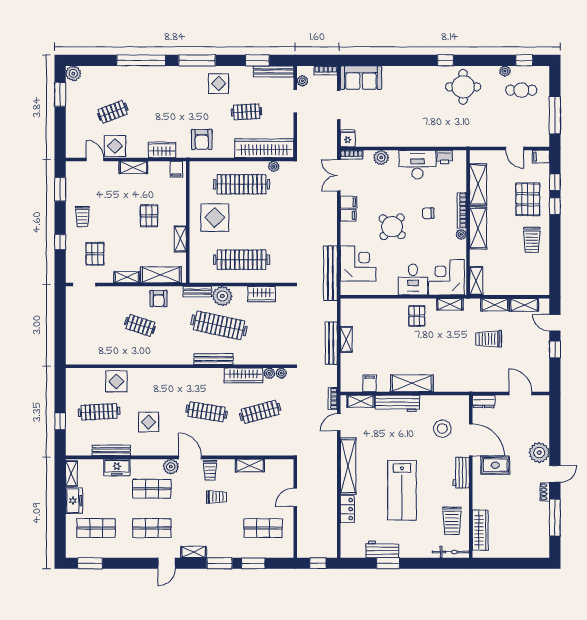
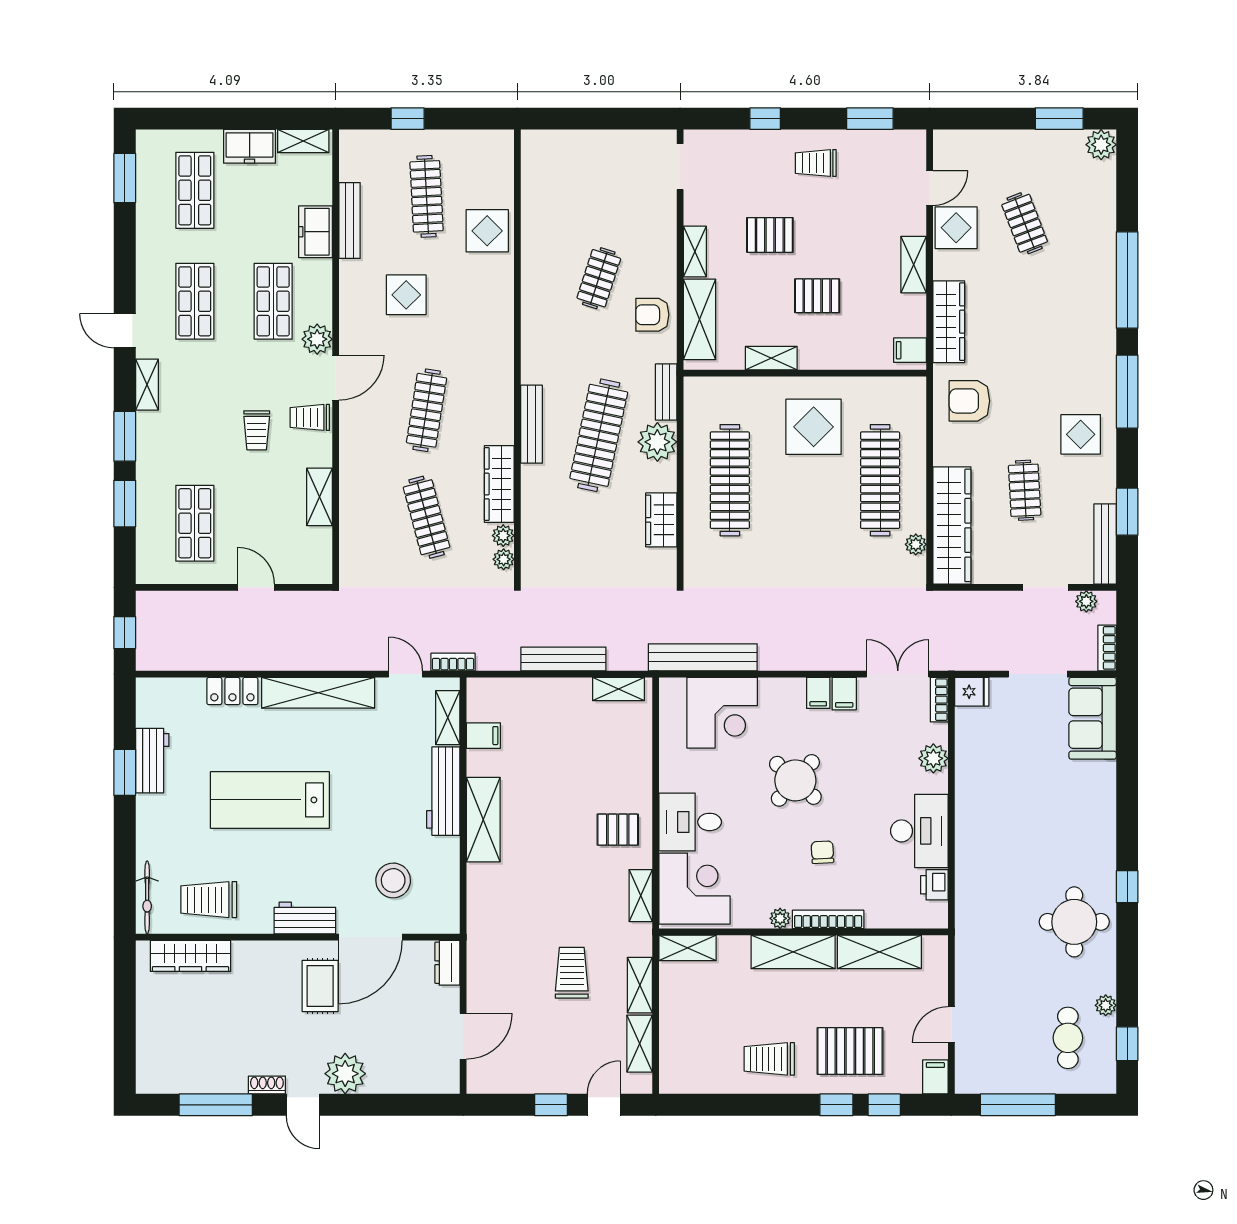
wardrobe: (162, 150) -> (949, 322), width x1.50
pallet: (95, 254) -> (770, 235), moved
shelving: (346, 339) -> (618, 689), moved

